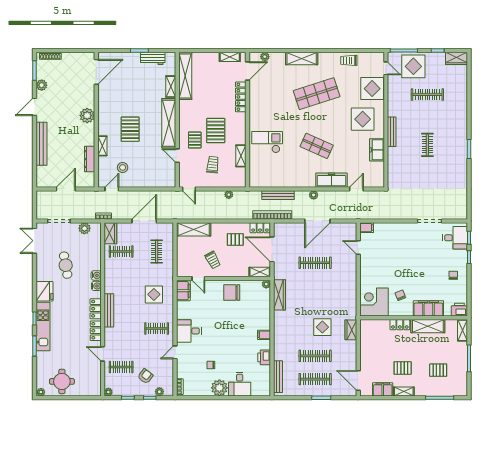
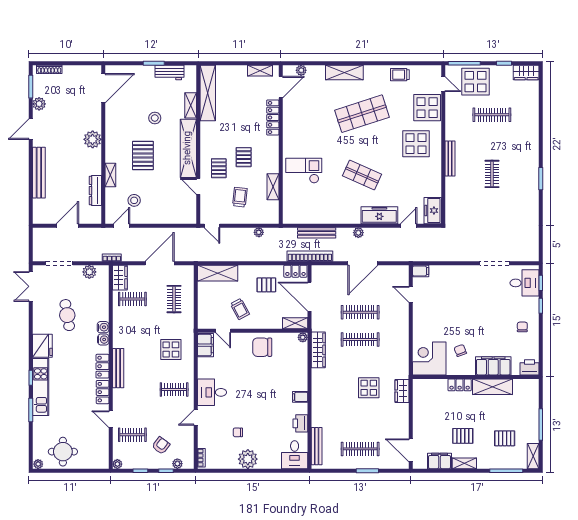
stool: (140, 97) -> (155, 118), added
pallet: (216, 131) -> (244, 157), width x0.67, depth x0.71
freezer: (377, 150) -> (433, 211), moved
shelving: (462, 330) -> (533, 456), moved
clothes rail: (315, 356) -> (360, 340), moved
desk: (240, 384) -> (295, 455), moved

